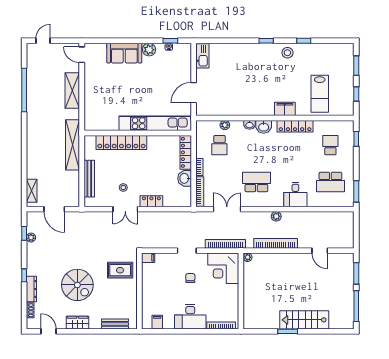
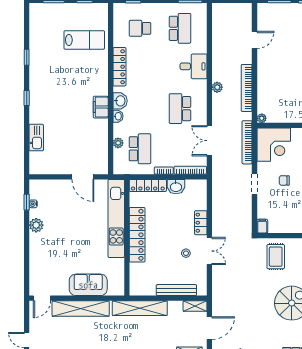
sofa: (124, 53) -> (88, 285), moved, turned -90
stool: (287, 53) -> (40, 75), removed
kitchen sink: (202, 56) -> (36, 138), moved, turned 90
shelving: (72, 91) -> (81, 308), width x1.47
filing cabinet: (285, 109) -> (101, 107), moved
locker: (121, 142) -> (137, 235), moved
school desk: (219, 145) -> (140, 149), width x1.85
shelving: (75, 196) -> (195, 306), added

